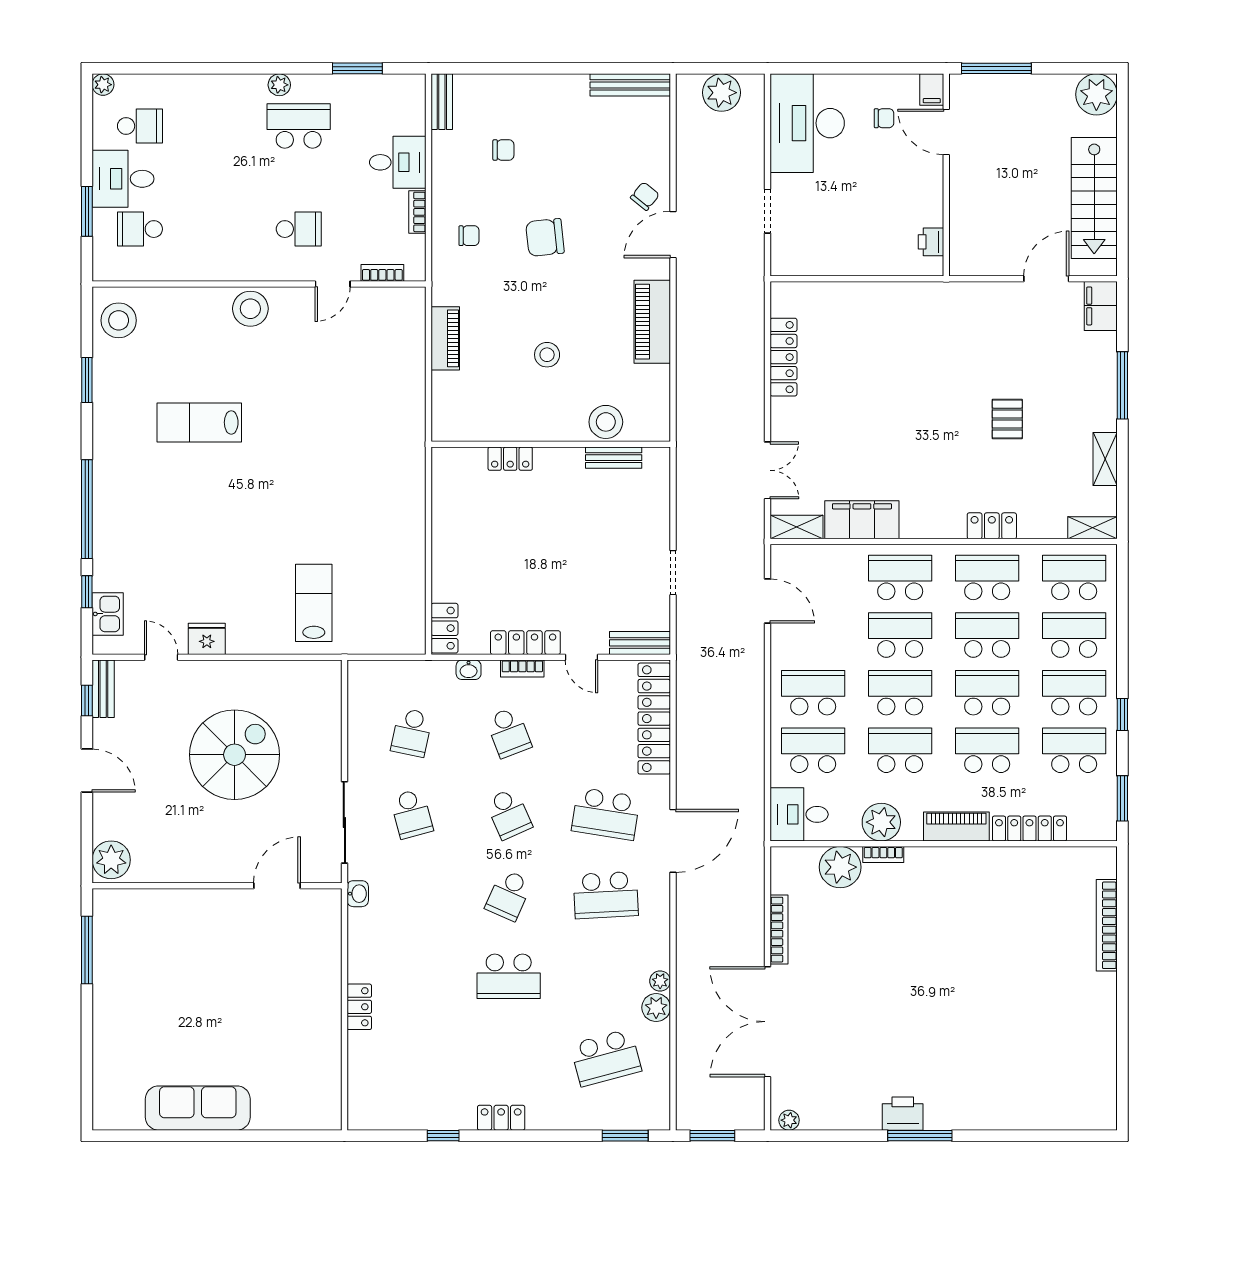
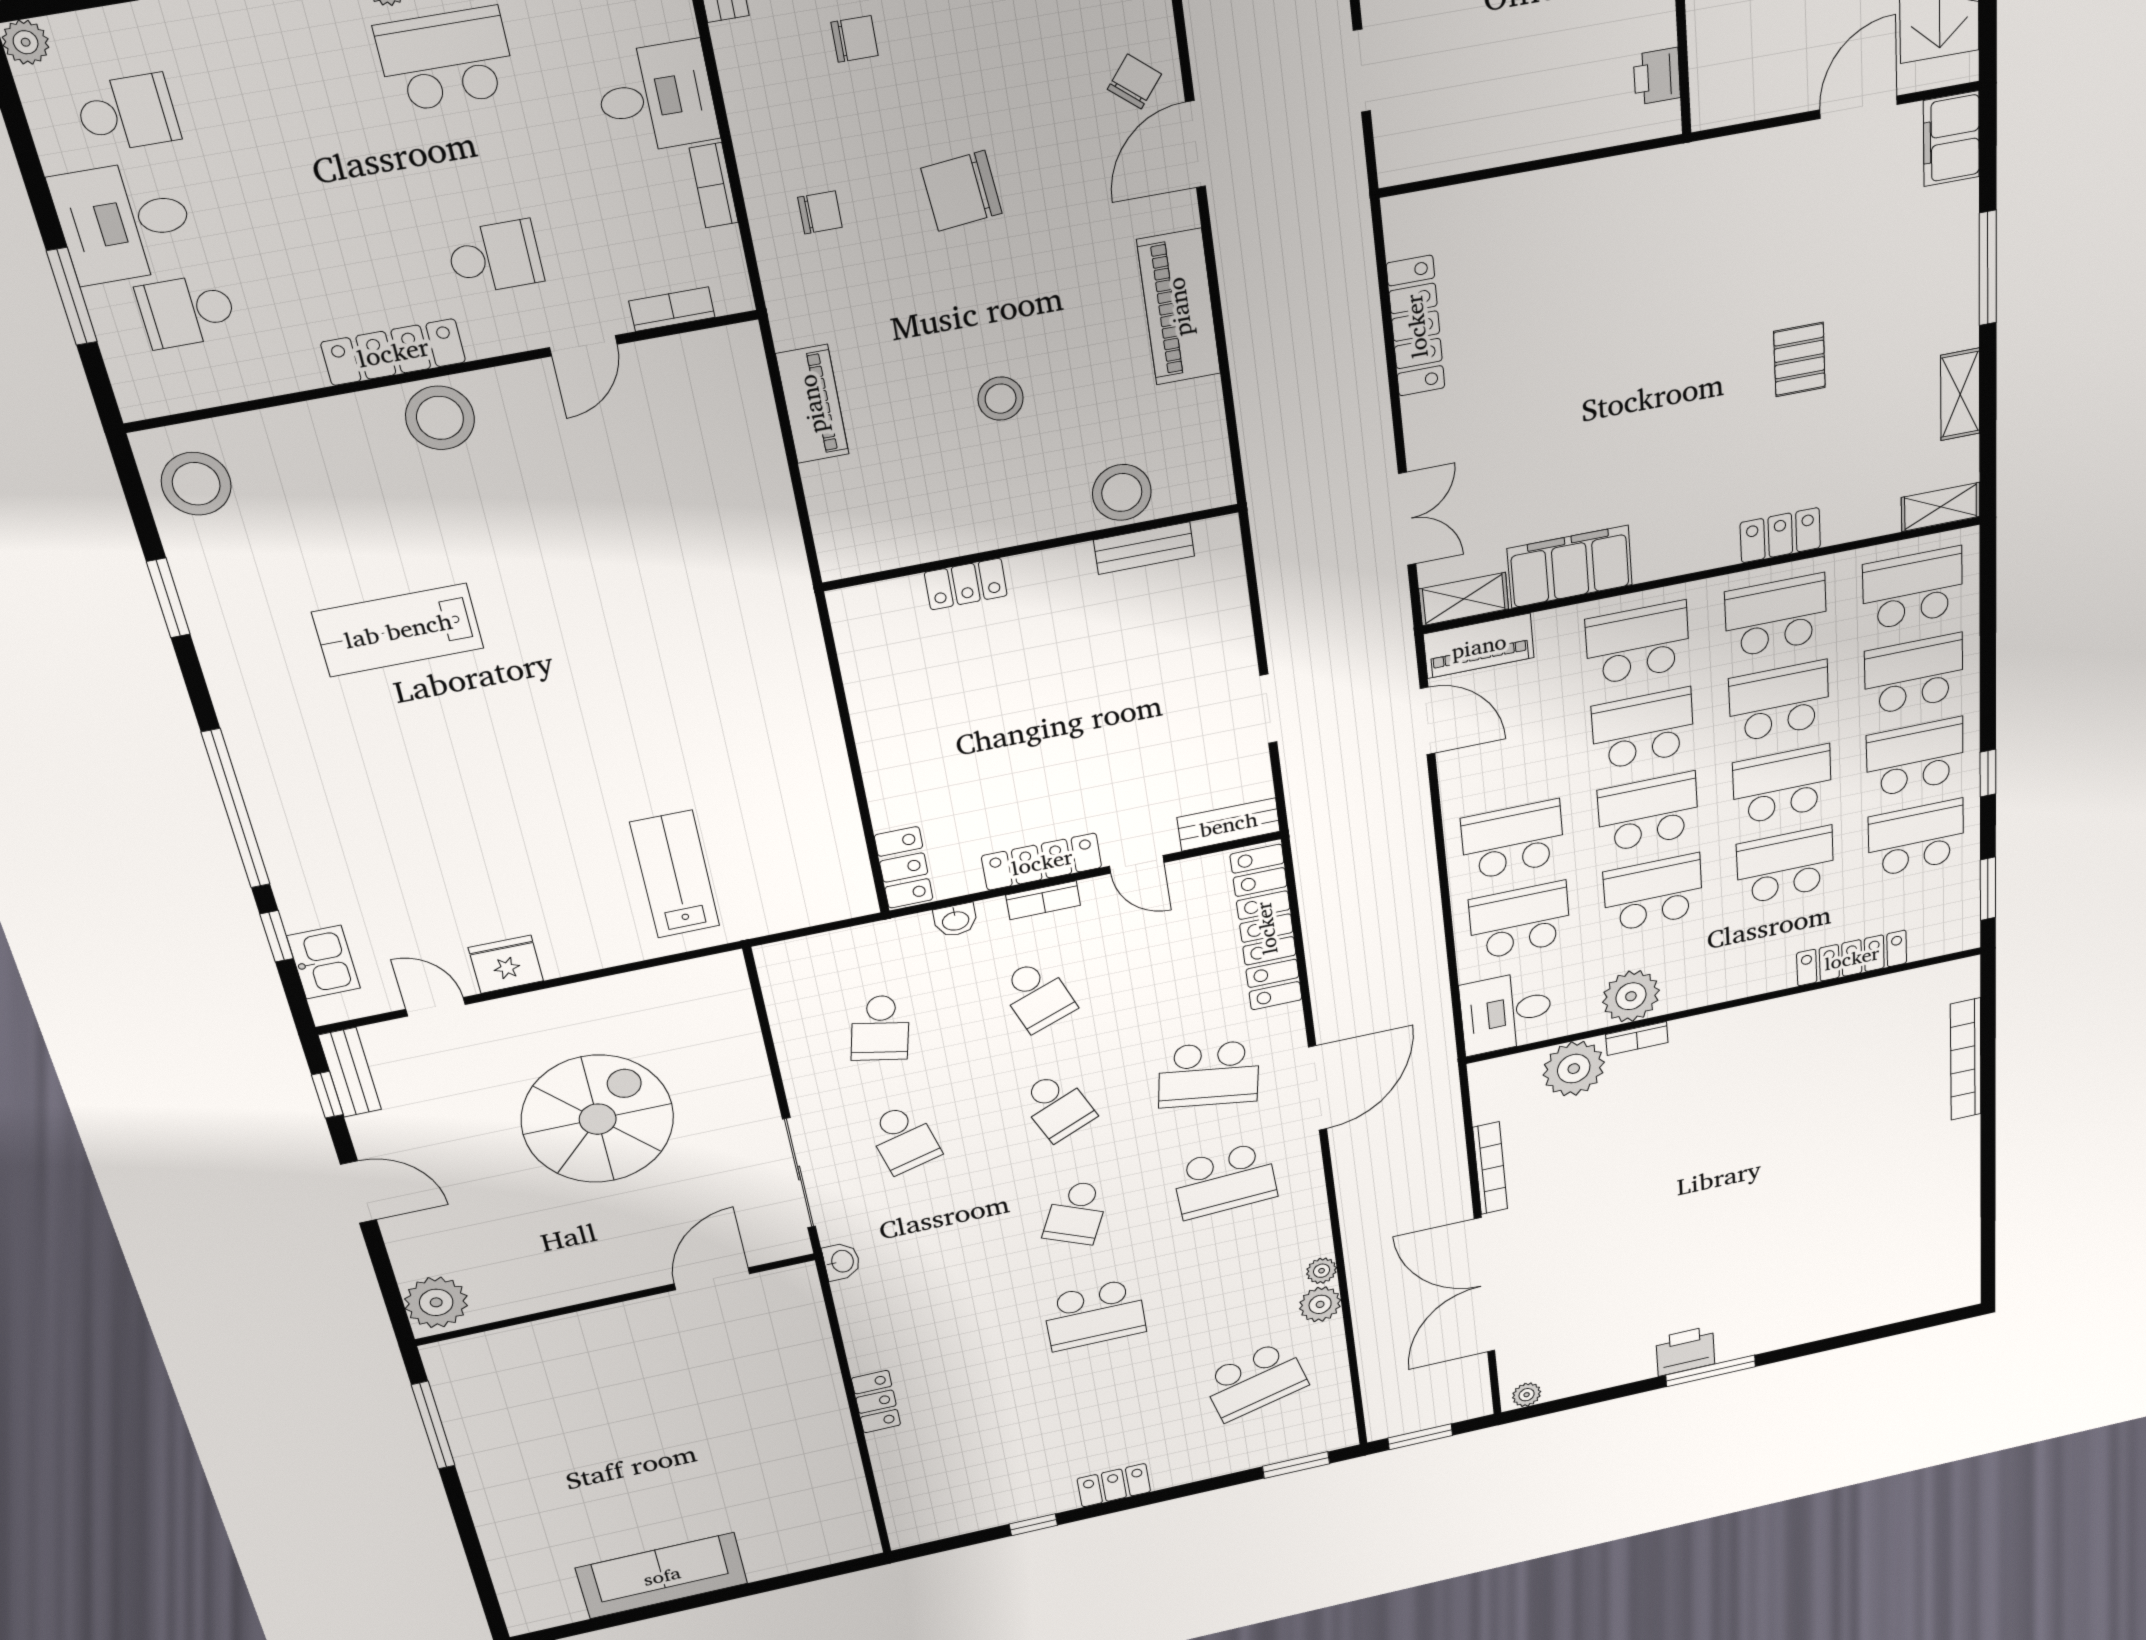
locker: (236, 269) -> (393, 352), added
piano: (956, 827) -> (1479, 646), moved, turned 180

